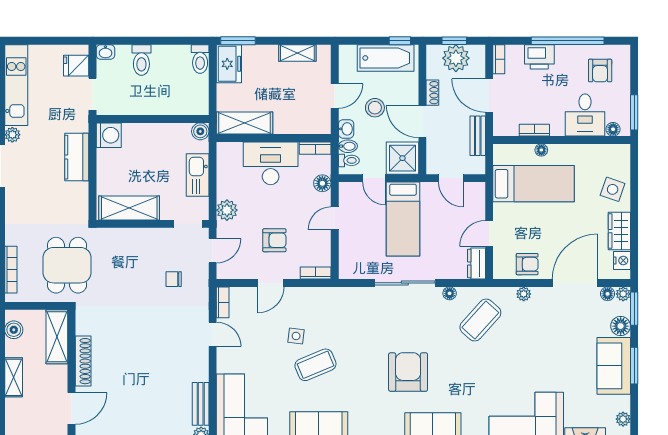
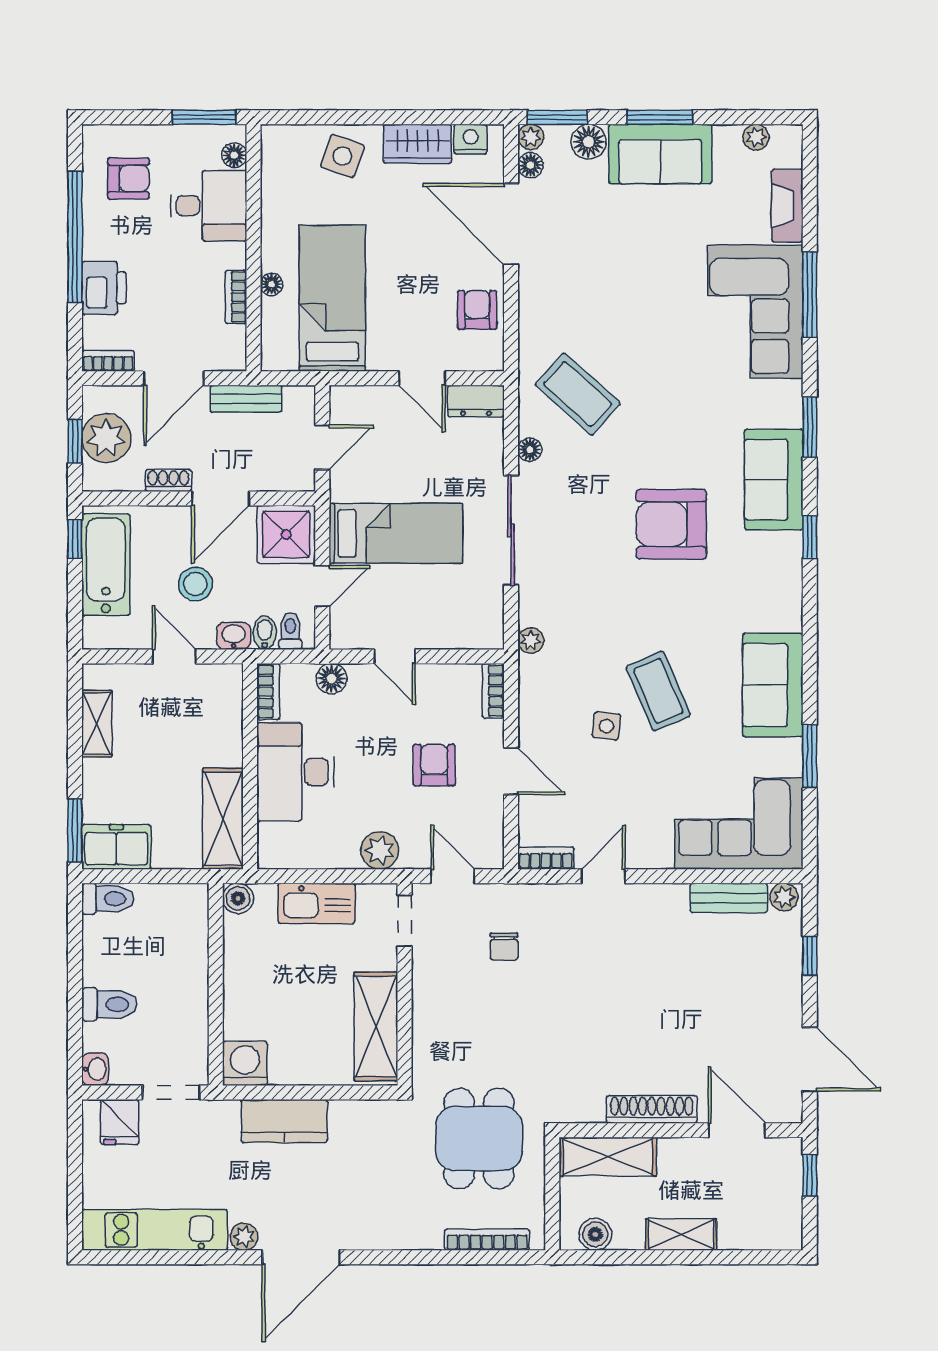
dining table: (67, 265) -> (479, 1138), turned 90
plant: (524, 294) -> (531, 641), moved

